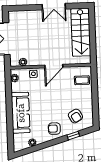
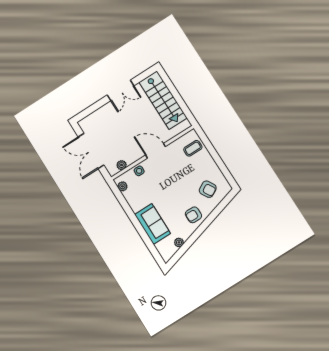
door: (54, 66) -> (156, 151), swing flipped
sofa: (21, 113) -> (153, 224), width x0.73
window: (73, 136) -> (217, 211), removed

